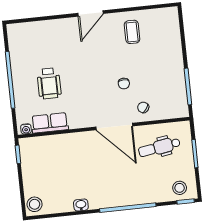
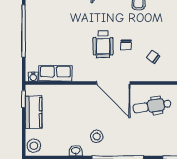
wheelchair: (49, 83) -> (103, 44), moved
chair: (143, 107) -> (153, 57), moved
kitchen counter: (30, 168) -> (33, 112), added
stool: (180, 188) -> (97, 136), moved

